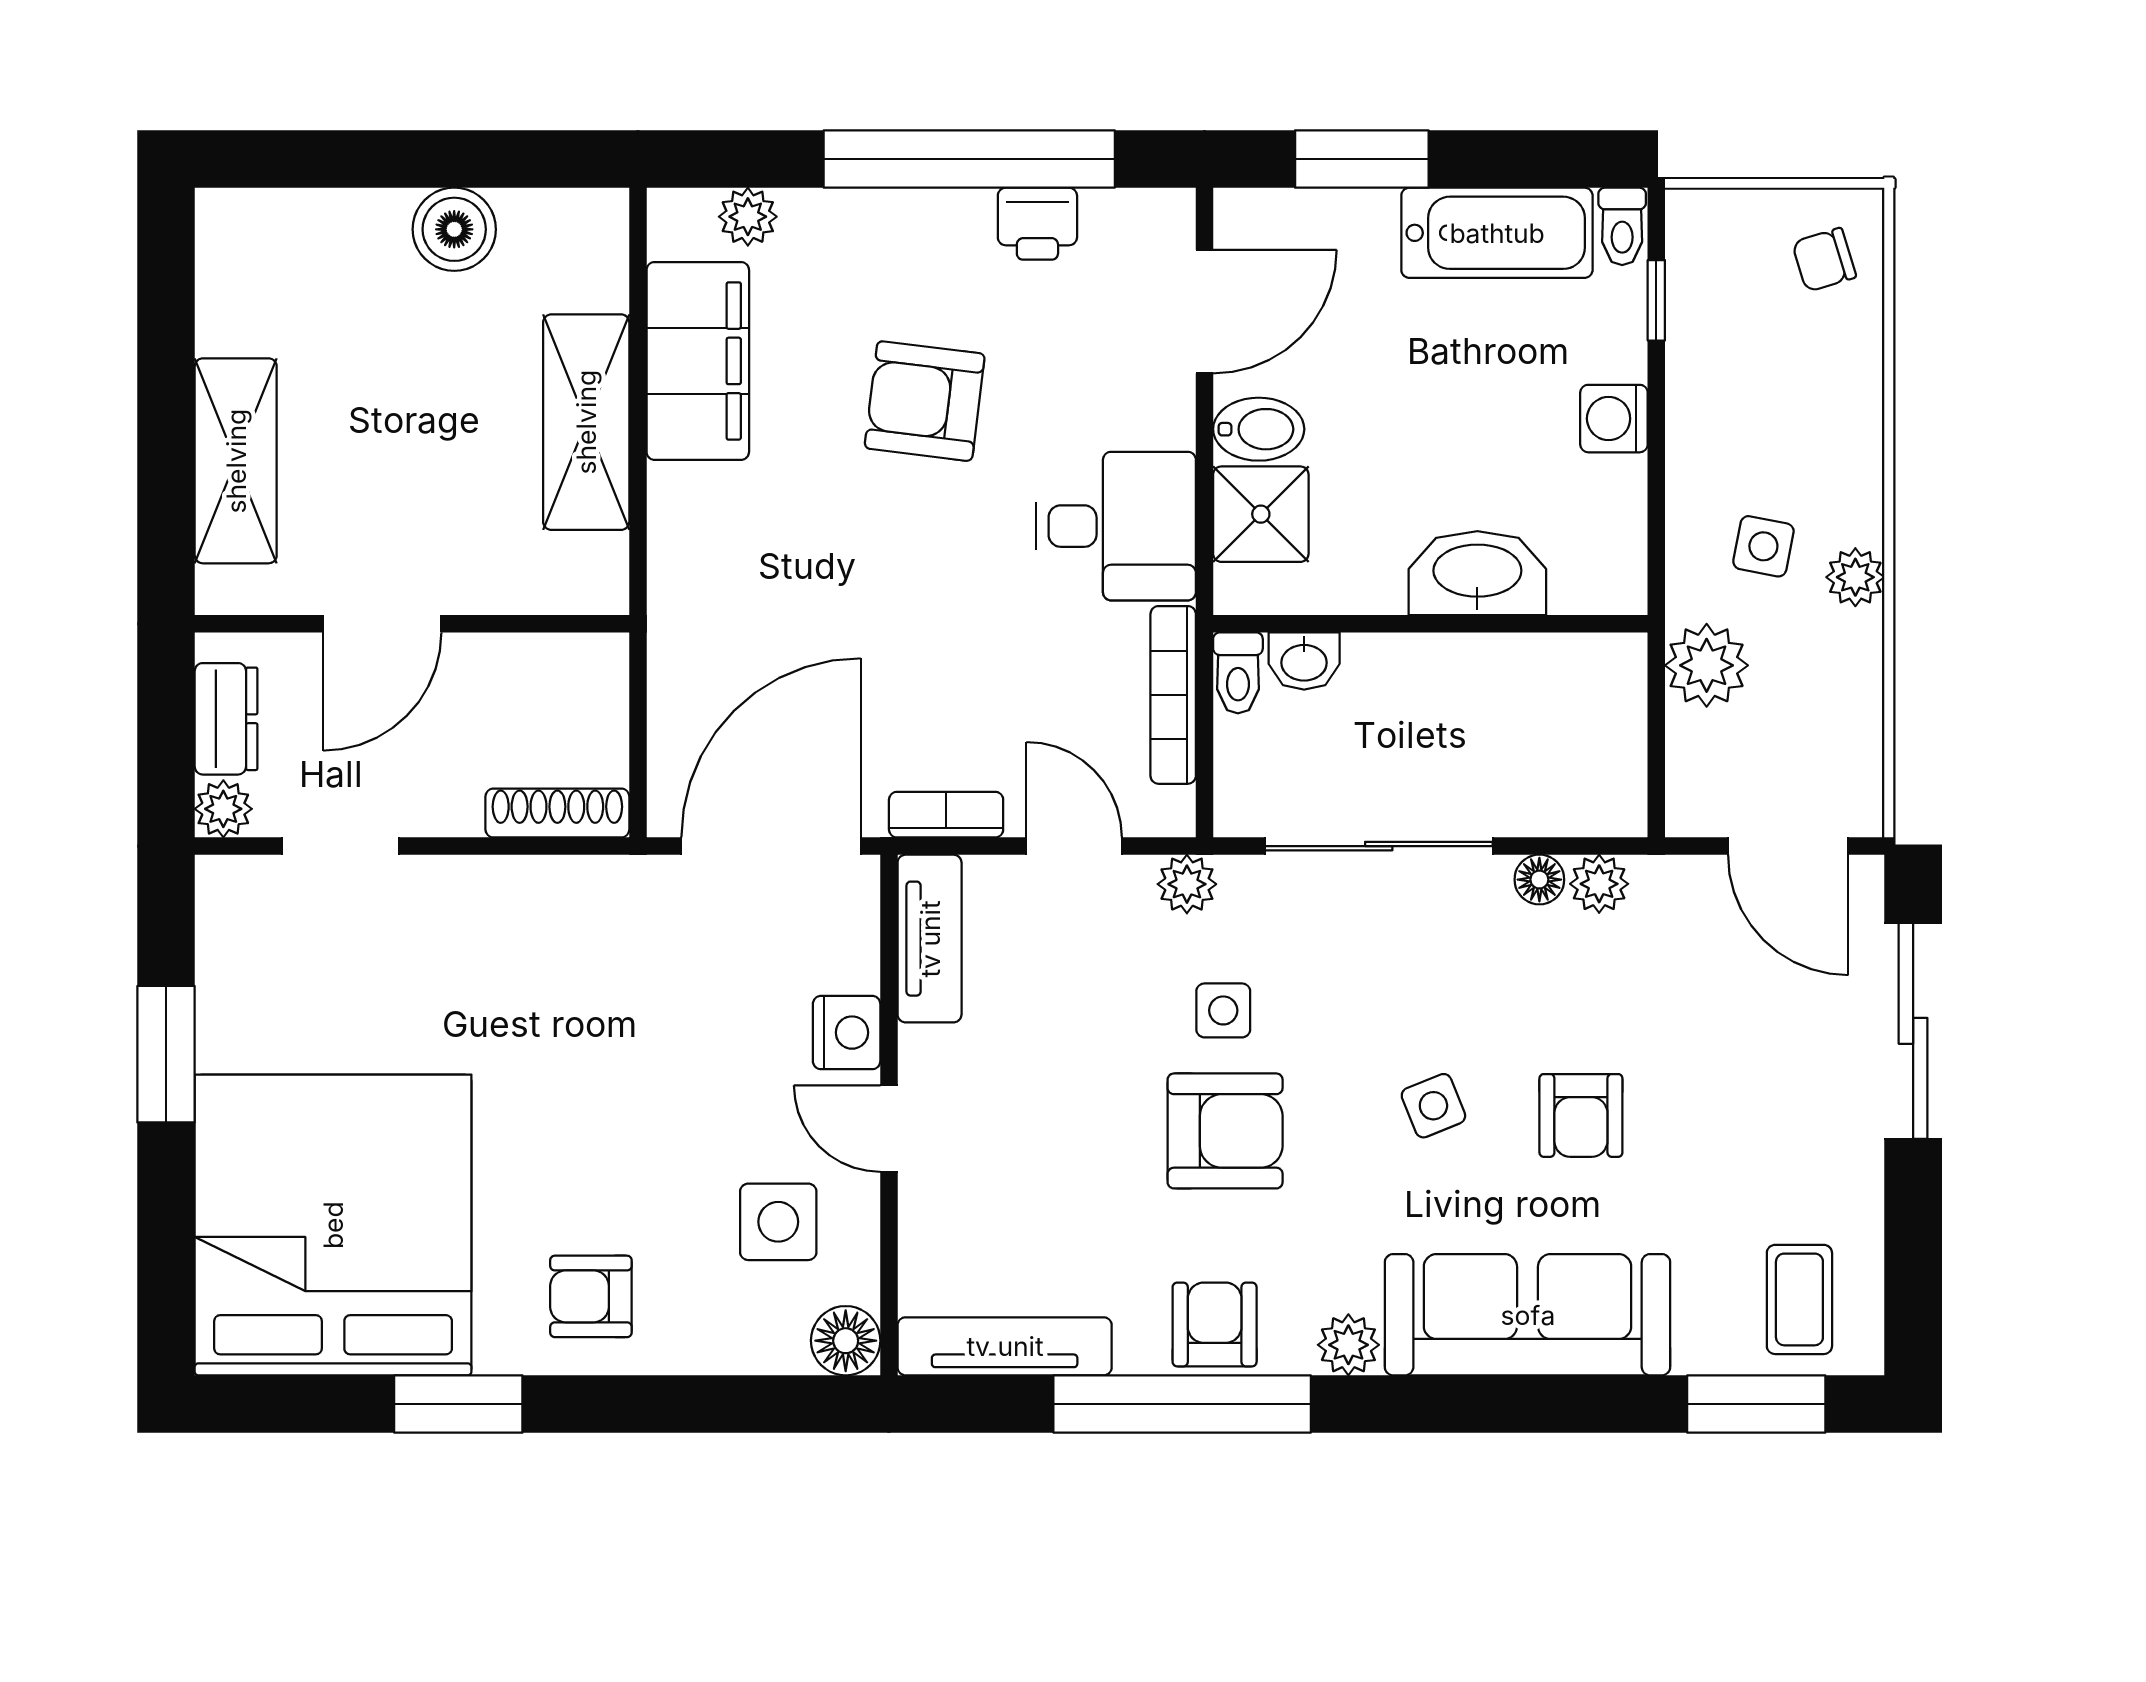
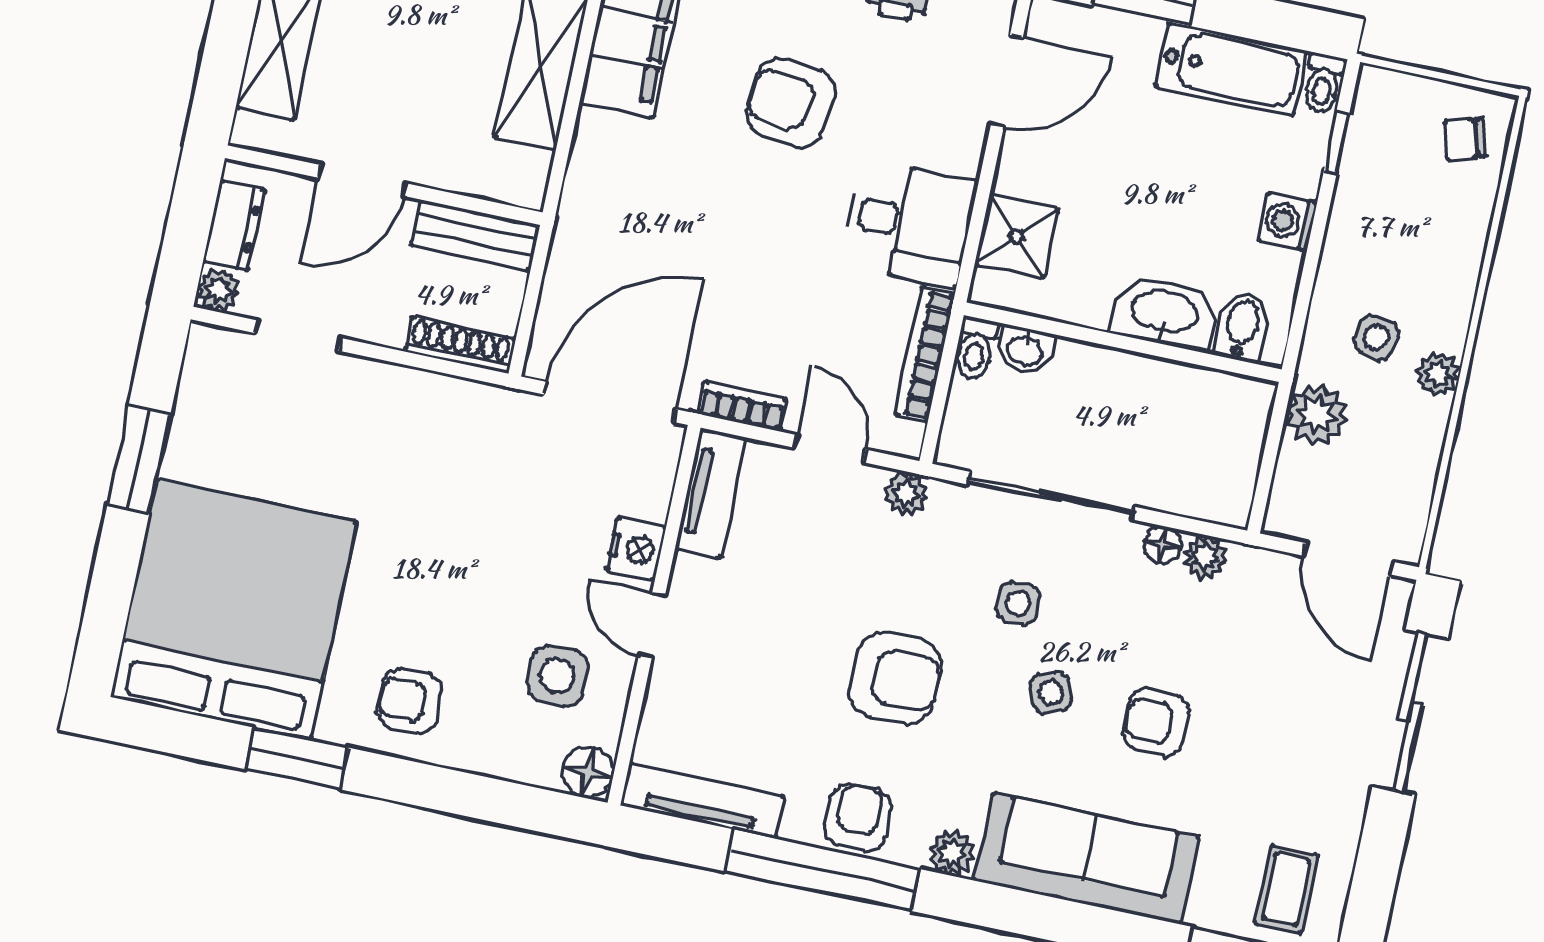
bidet: (1259, 429) -> (1242, 327), moved, turned -90
bench: (547, 664) -> (475, 235), added
side table: (1223, 1010) -> (1018, 603), moved
armchair: (1581, 1115) -> (1156, 722), turned 90

